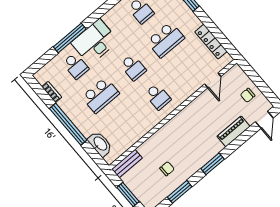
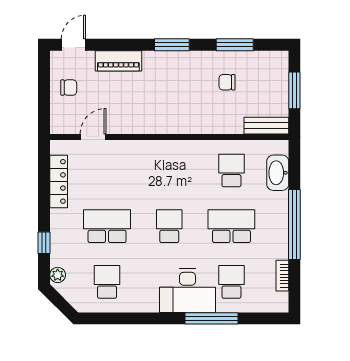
school desk: (158, 97) -> (231, 170), moved

